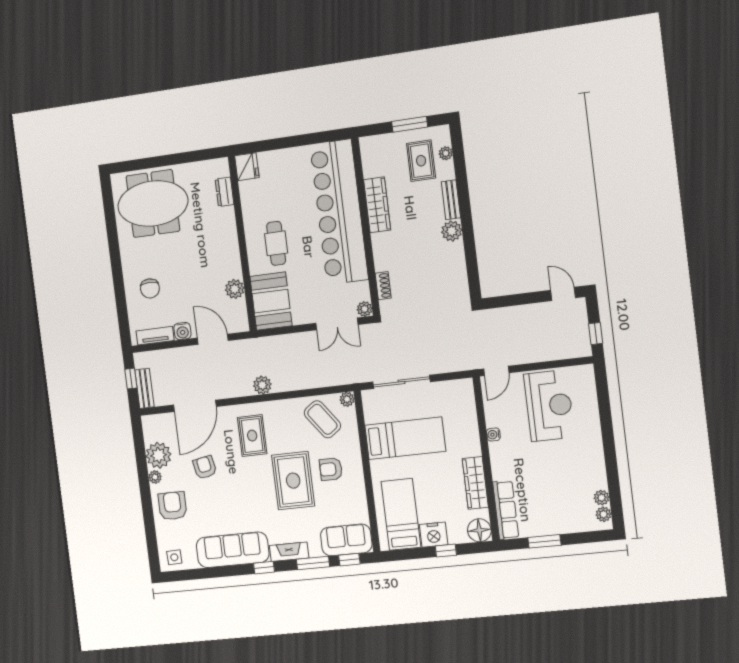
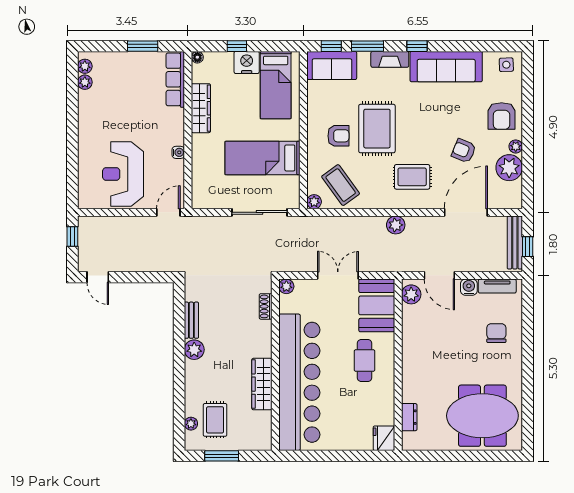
bench: (451, 200) -> (191, 320), moved
plant: (235, 289) -> (411, 294), moved
double door: (337, 324) -> (338, 275), moved
bench: (144, 388) -> (515, 243), width x1.36
rug: (252, 436) -> (412, 177), turned 90
armchair: (205, 467) -> (464, 151), turned 123
floor lamp: (479, 530) -> (197, 57), width x0.53, depth x0.53

